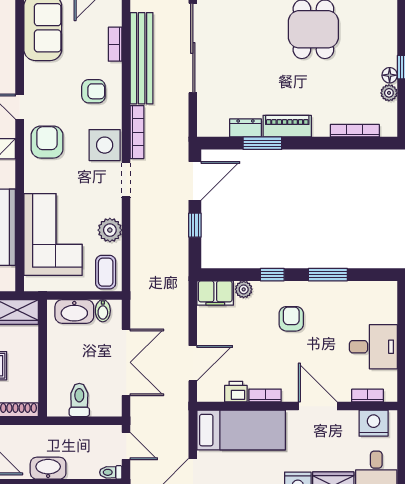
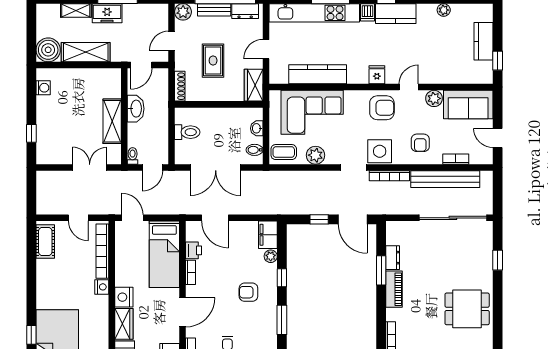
plant: (35, 73) -> (434, 98), added
washbasin: (74, 311) -> (257, 128), width x0.52, depth x0.69
armchair: (291, 319) -> (248, 292), turned 180

